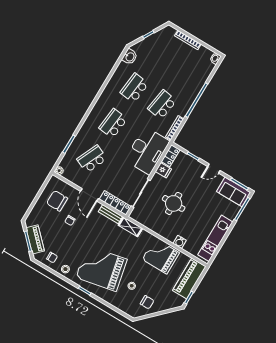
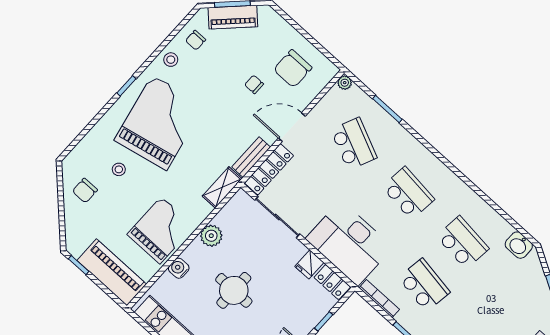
chair: (57, 201) -> (293, 69), turned 180
round table: (174, 203) -> (234, 290), moved
plant: (158, 228) -> (211, 236), added

